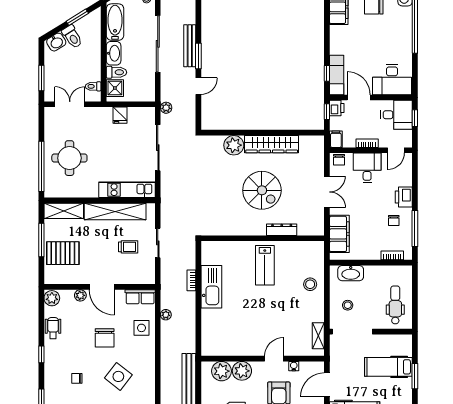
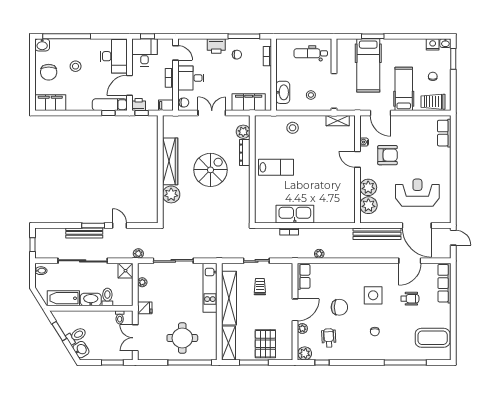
stool: (381, 36) -> (76, 66), added
shower: (115, 88) -> (125, 271), moved
plant: (133, 112) -> (142, 282), added
fridge: (120, 115) -> (145, 308), moved
plant: (306, 228) -> (243, 132), added
wheelchair: (53, 328) -> (329, 338), moved, turned 87
side table: (141, 328) -> (331, 275), removed
window: (41, 354) -> (322, 363), moved
hospital bed: (388, 367) -> (368, 65), width x1.37, depth x1.29
side table: (118, 376) -> (373, 295), turned -38

